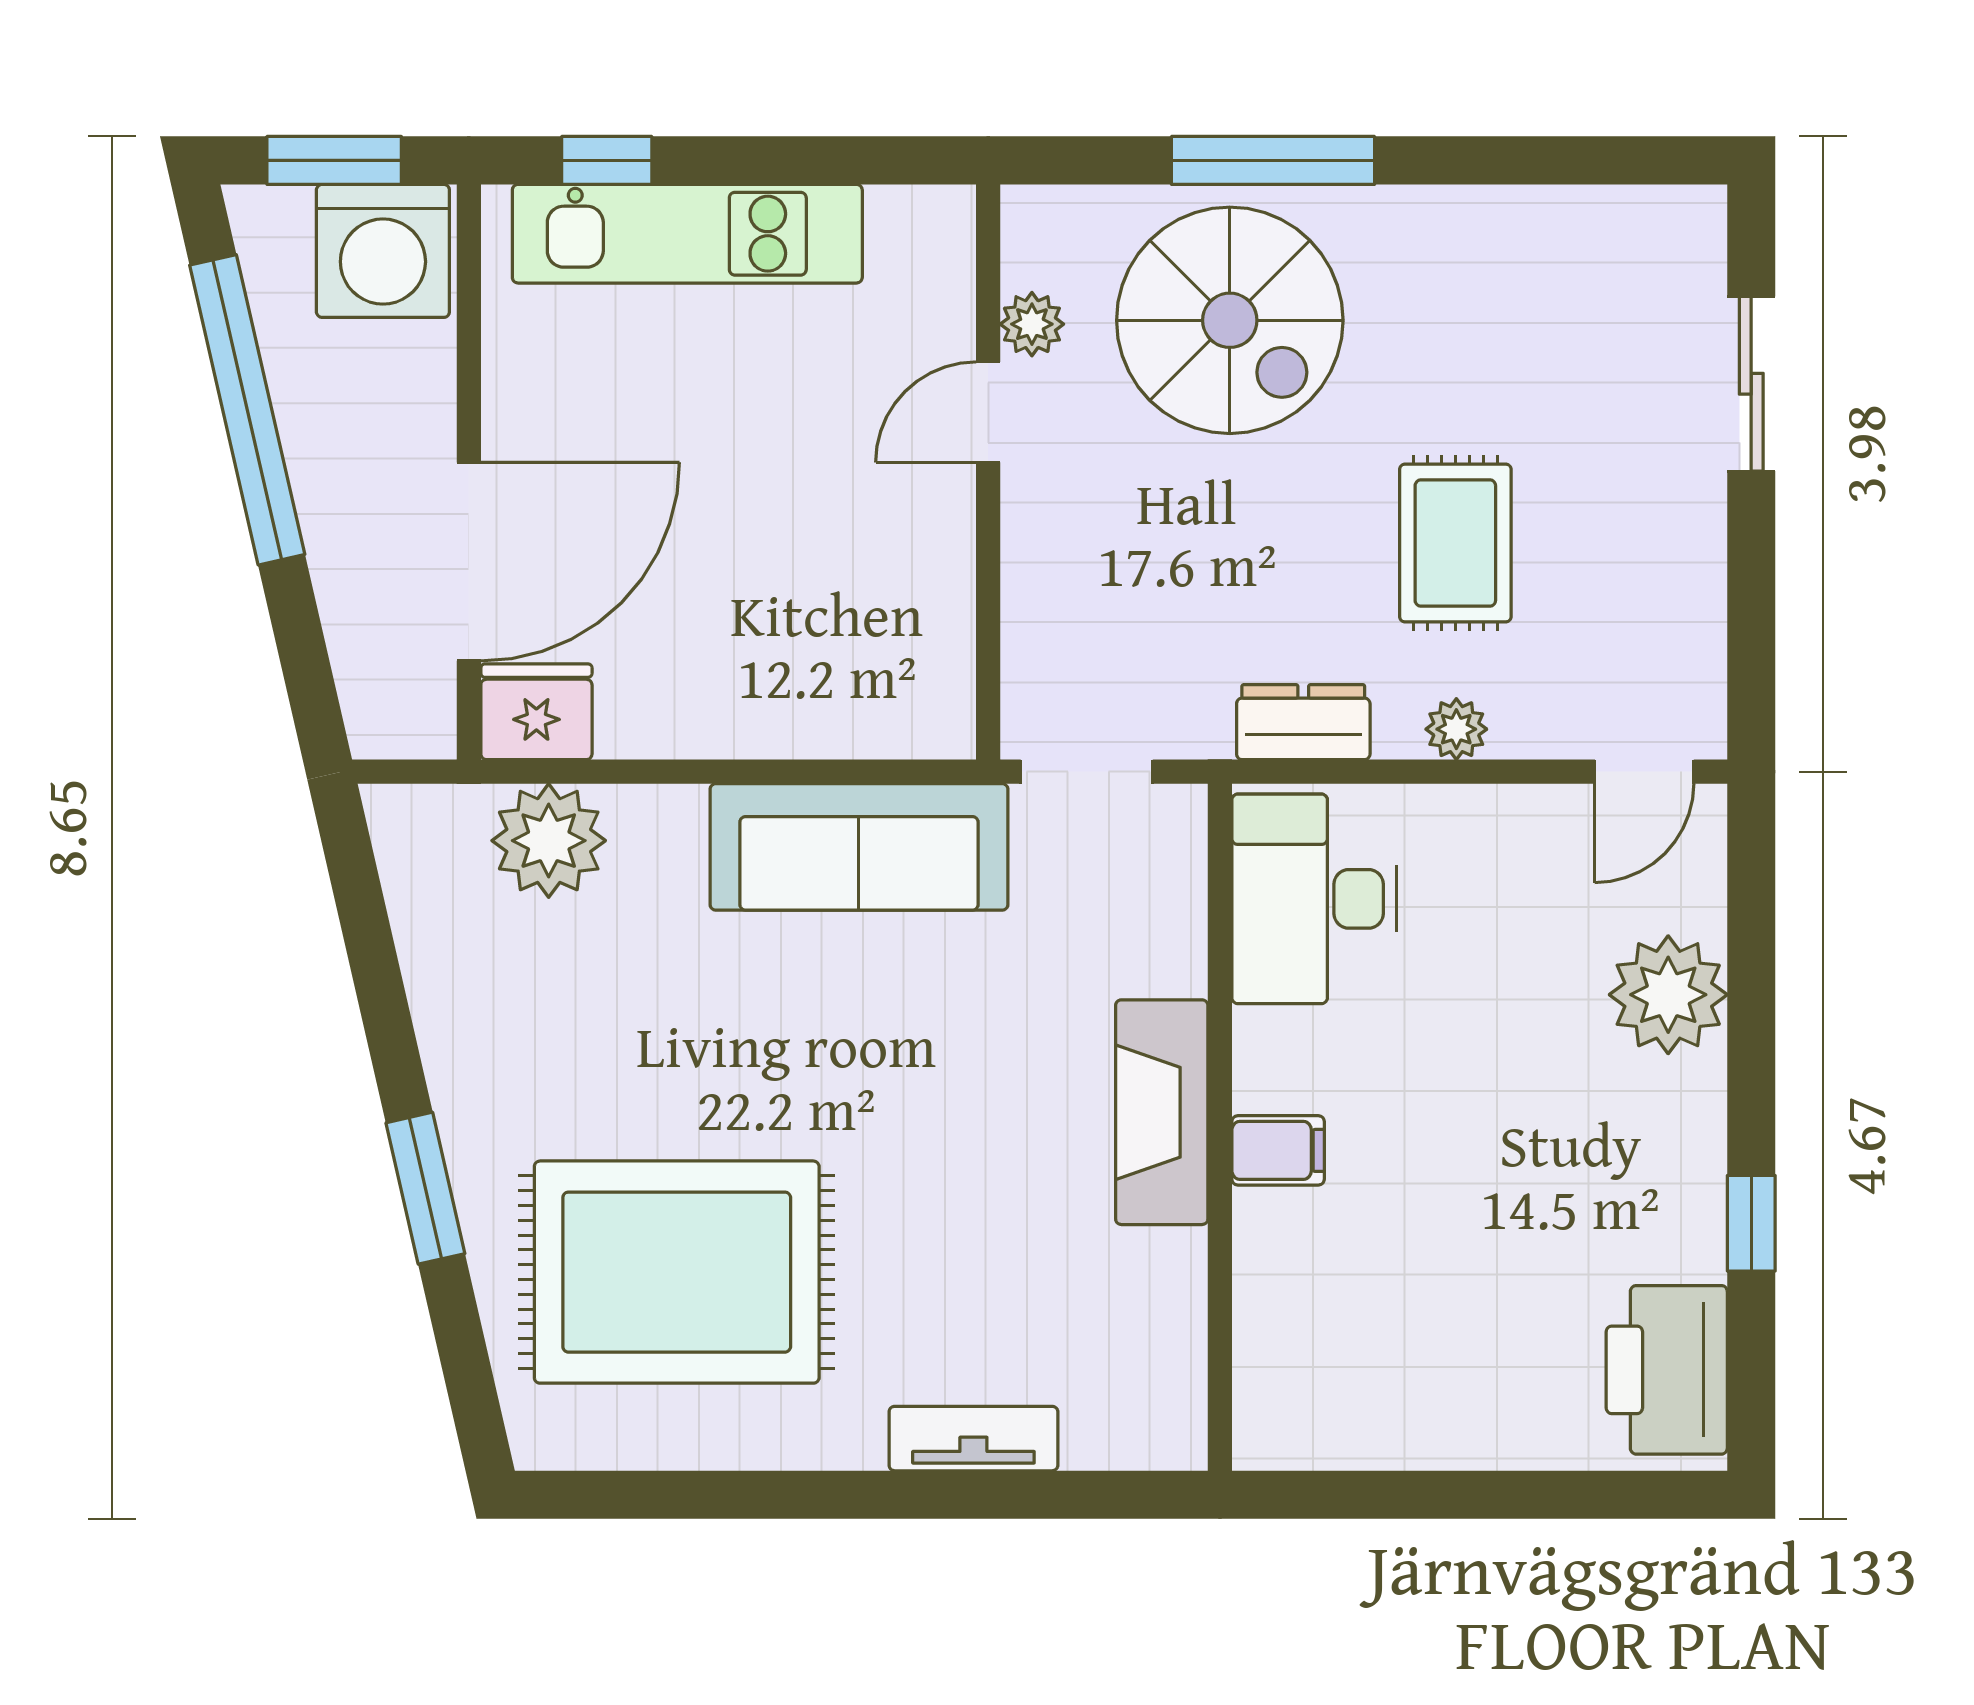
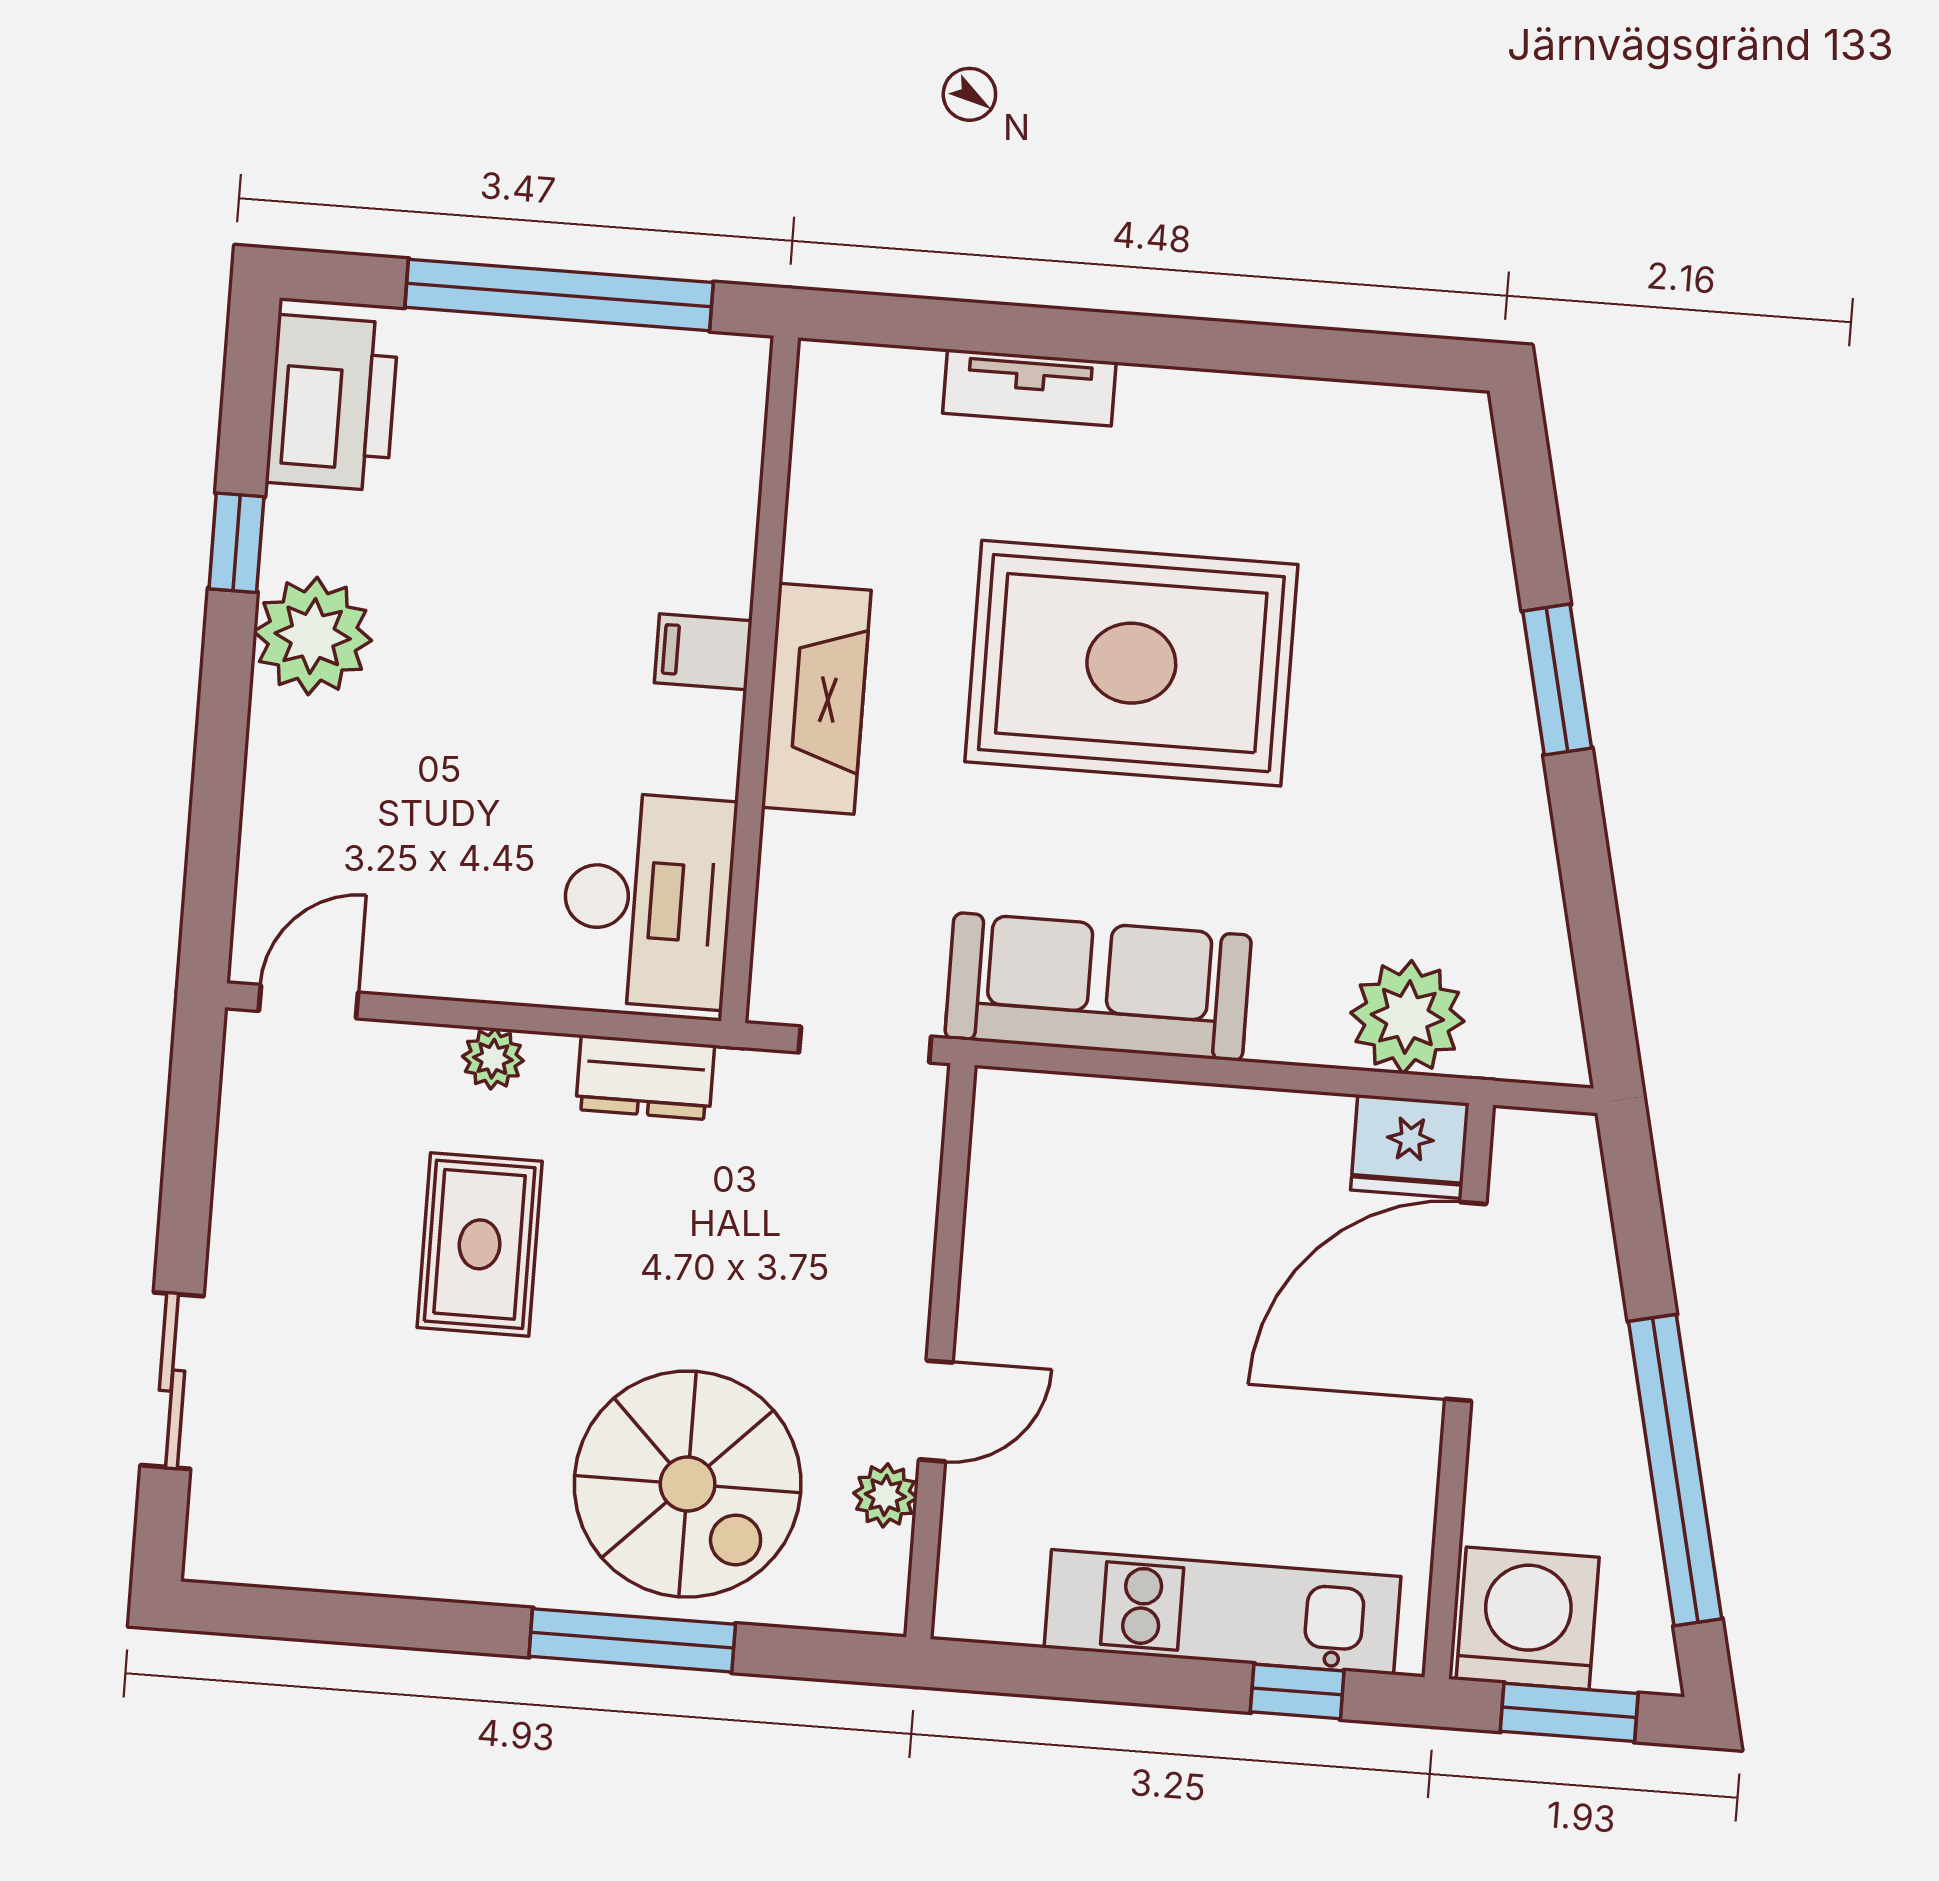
spiral stairs: (1230, 320) -> (688, 1484), turned 180
plant: (1668, 995) -> (313, 636), moved
rug: (677, 1272) -> (1131, 663), moved
window: (1449, 1495) -> (559, 295), added

